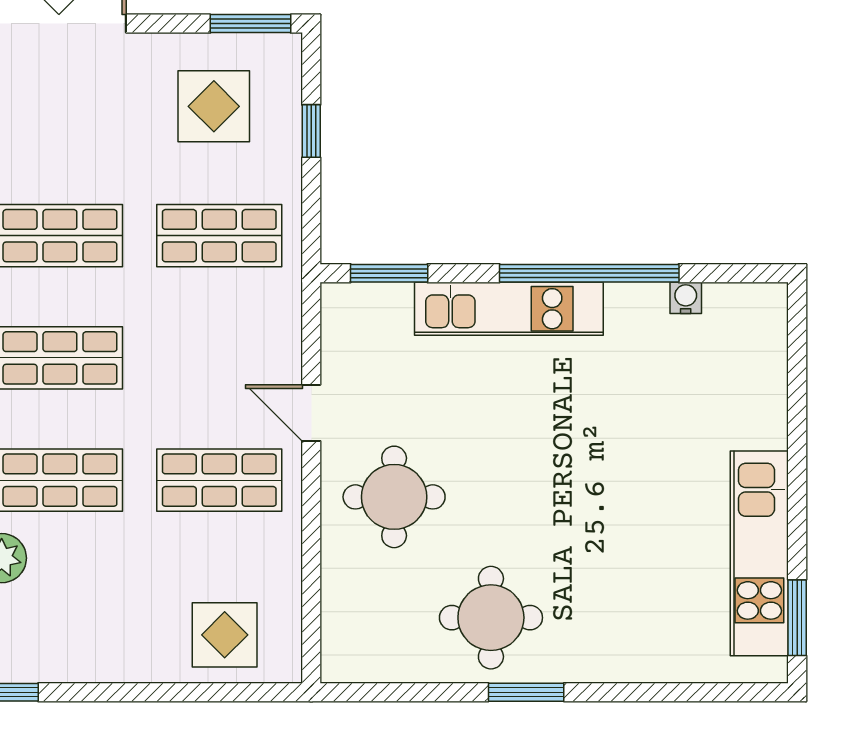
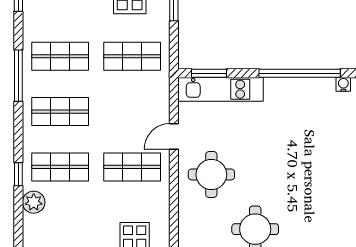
kitchen unit: (509, 309) -> (221, 89), moved
door: (311, 413) -> (174, 136), hinge flipped

